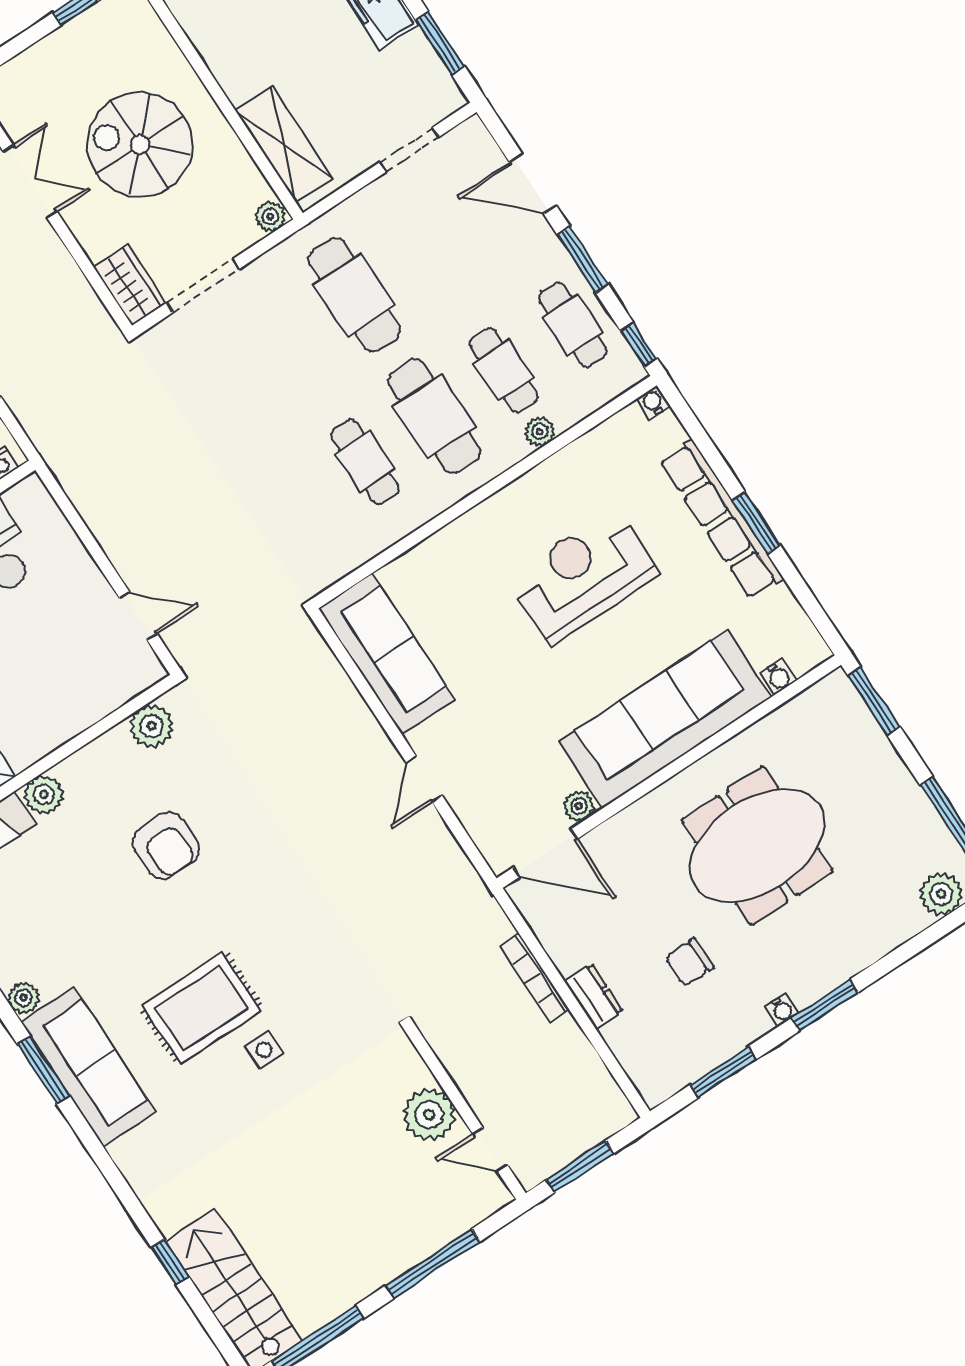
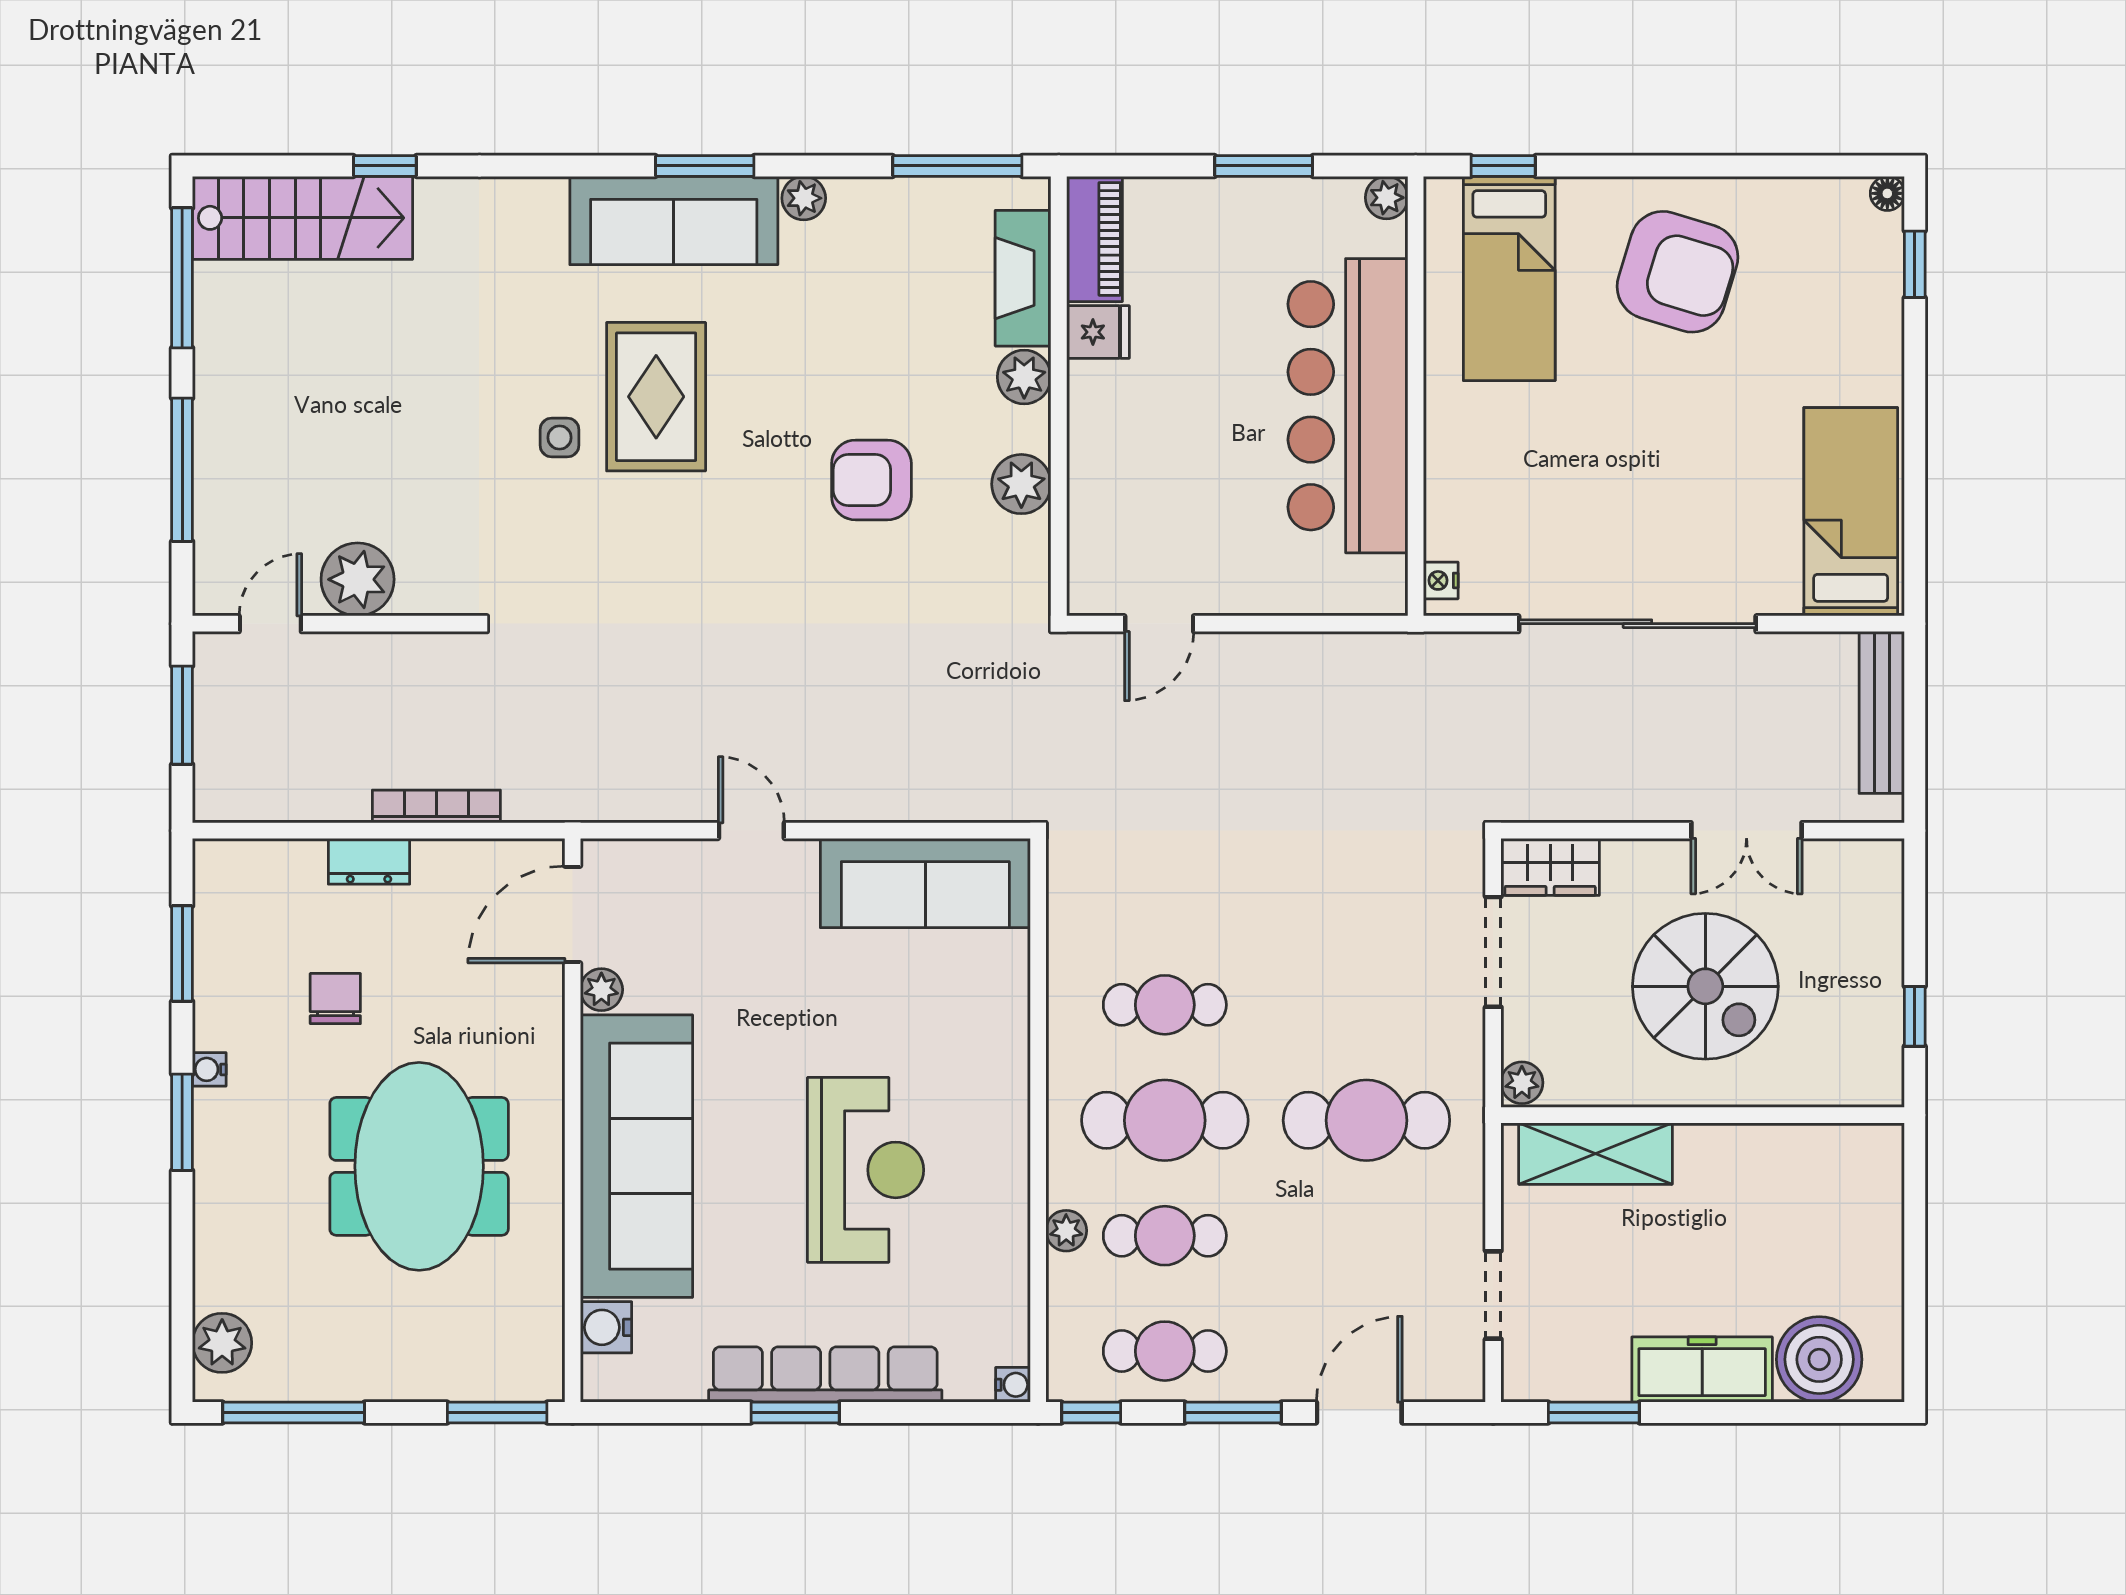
spiral stairs: (140, 145) -> (1705, 986), turned 90
water cooler: (778, 677) -> (606, 1327), width x1.38, depth x1.38
plant: (151, 726) -> (1021, 484), moved

